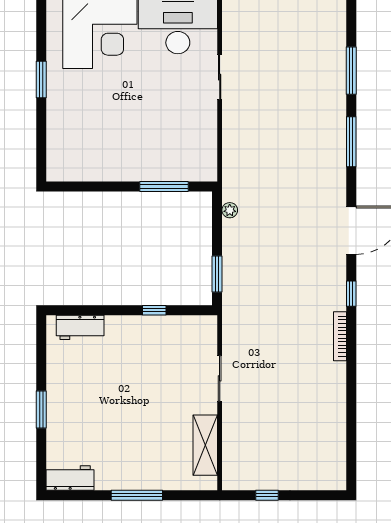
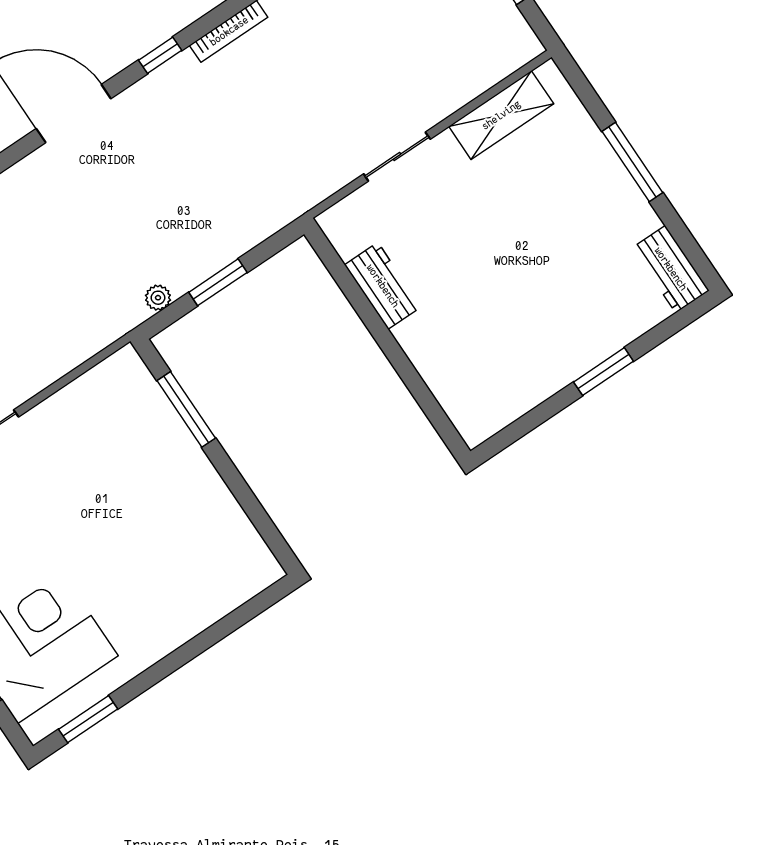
window: (41, 80) -> (88, 719), moved
window: (217, 274) -> (218, 282), moved
window: (154, 310) -> (364, 309), removed
workbench: (80, 327) -> (383, 286), moved

